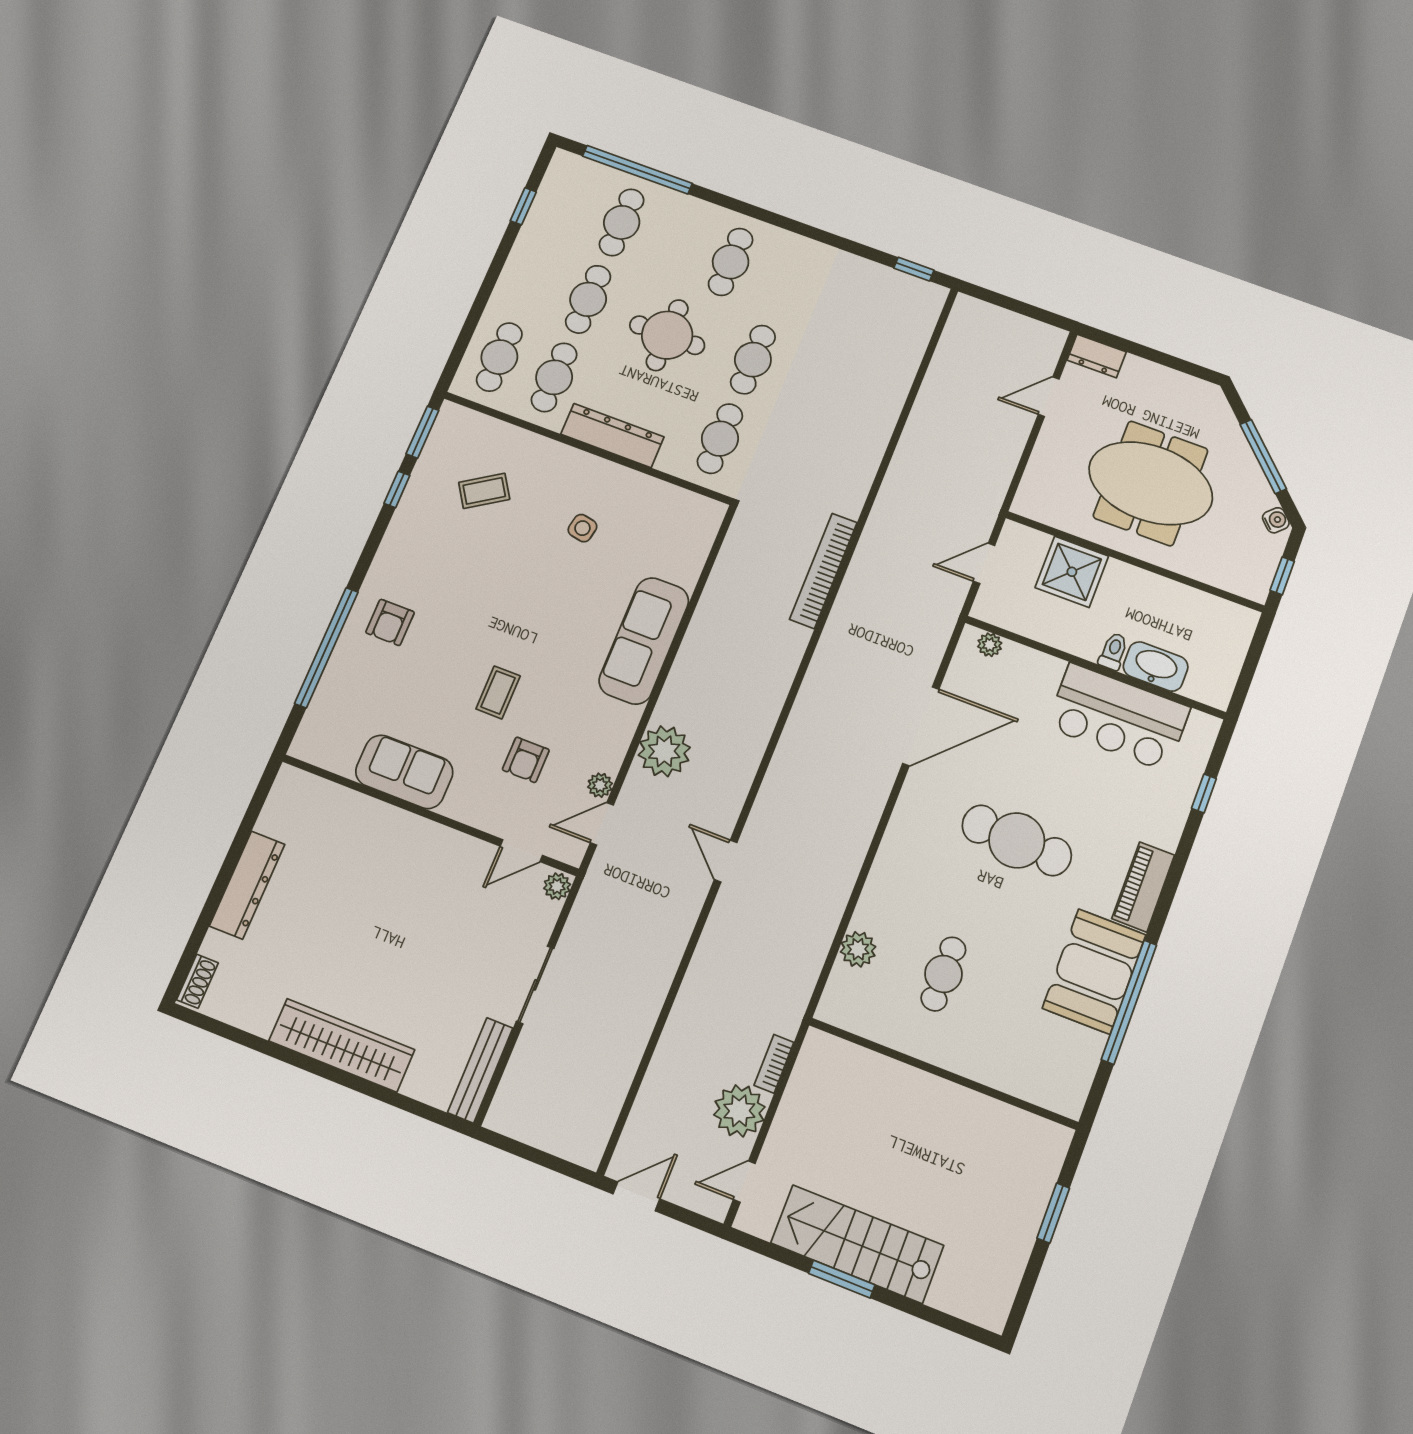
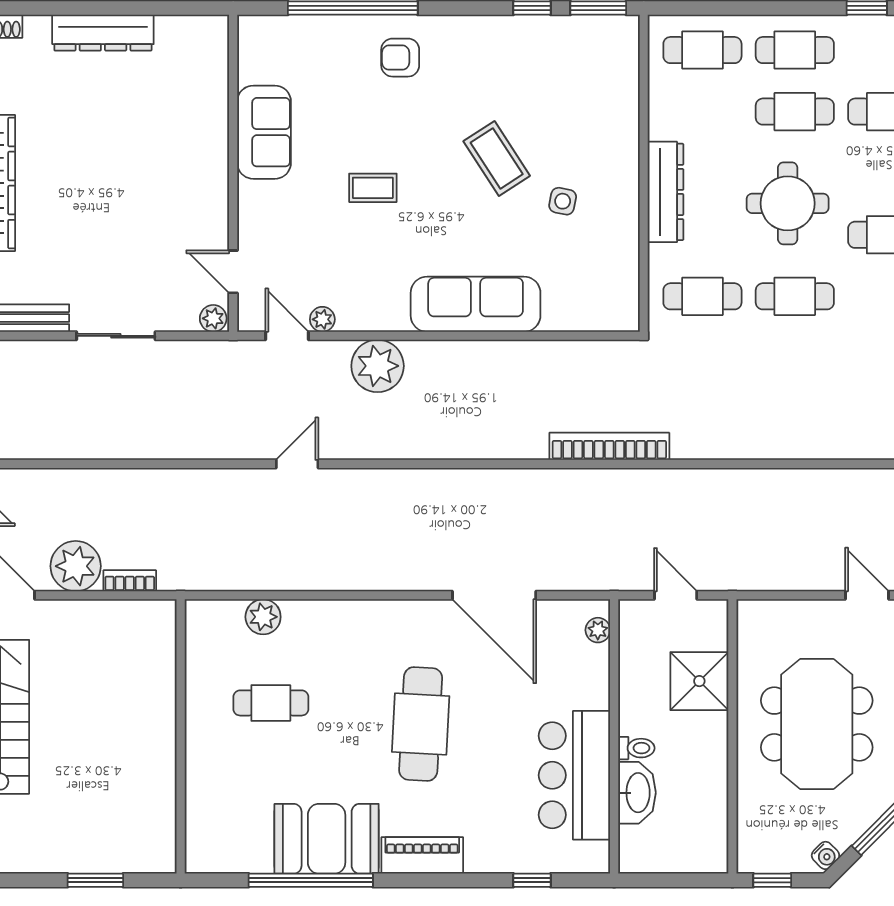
cafe table: (554, 377) -> (795, 50), moved
coffee table: (484, 491) -> (497, 158), moved, width x1.36, depth x1.30
armchair: (526, 760) -> (319, 240), removed

